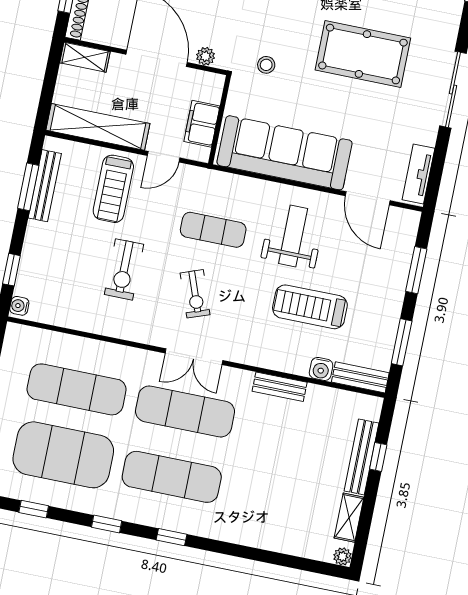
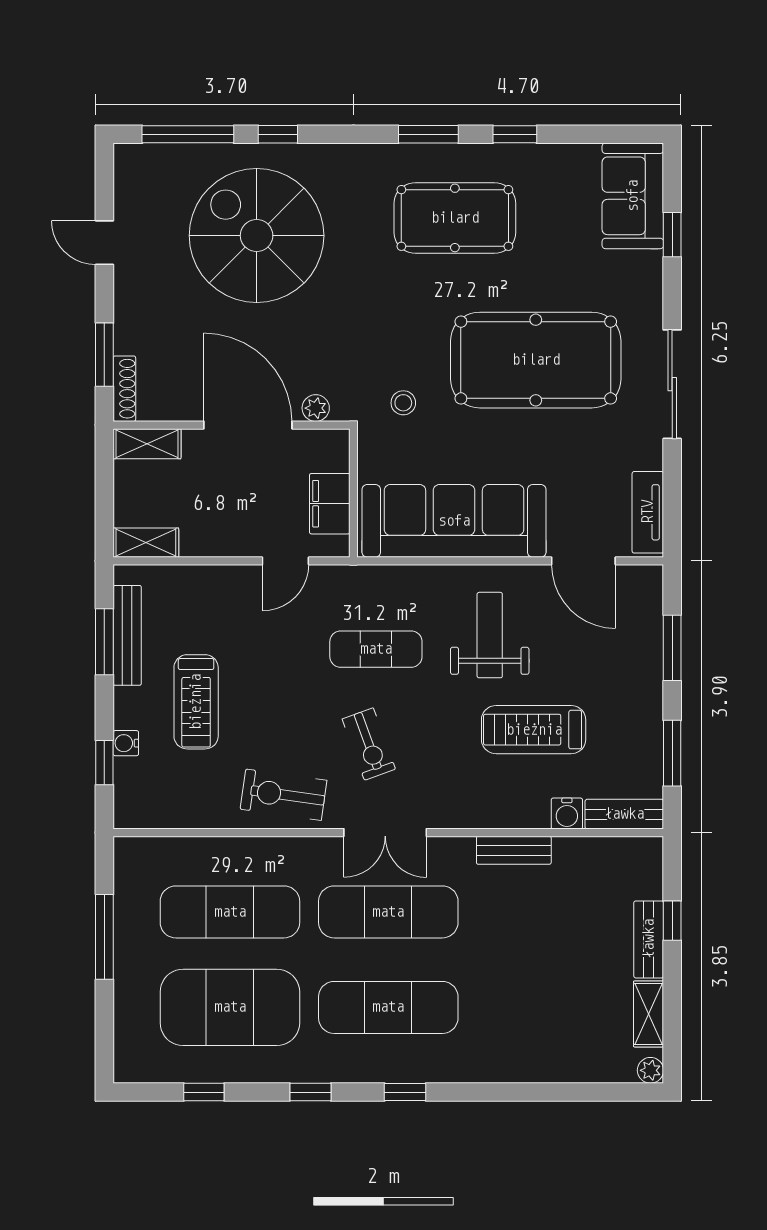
pool table: (363, 54) -> (536, 360), width x1.36, depth x1.32
shelving: (98, 127) -> (146, 543), width x0.45, depth x0.75
treadmill: (113, 189) -> (196, 702), moved
exercise bike: (124, 269) -> (284, 795), moved, turned 98
water cooler: (19, 306) -> (126, 743), moved
bench: (361, 457) -> (649, 939), width x0.73

